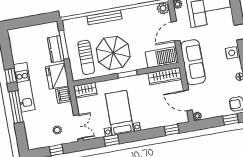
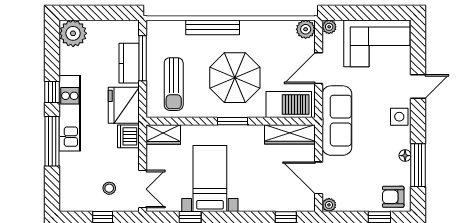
plant: (17, 37) -> (73, 33), added
parasol: (113, 53) -> (235, 78), moved

